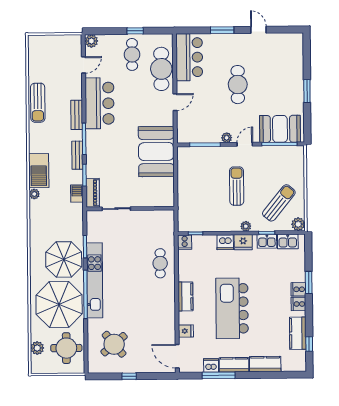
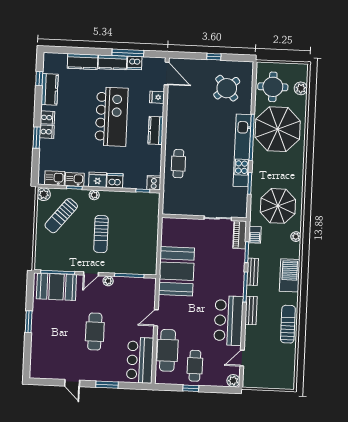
barbecue: (39, 171) -> (290, 275), moved
parasol: (64, 259) -> (278, 206), moved

